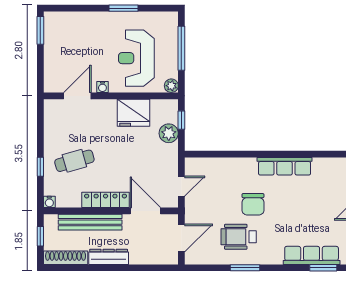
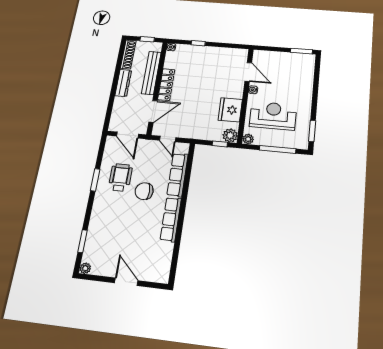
window: (123, 8) -> (312, 131), moved
plant: (169, 133) -> (230, 135), moved
cafe table: (74, 161) -> (199, 66), removed
row of seats: (312, 255) -> (178, 175), moved, turned 180

